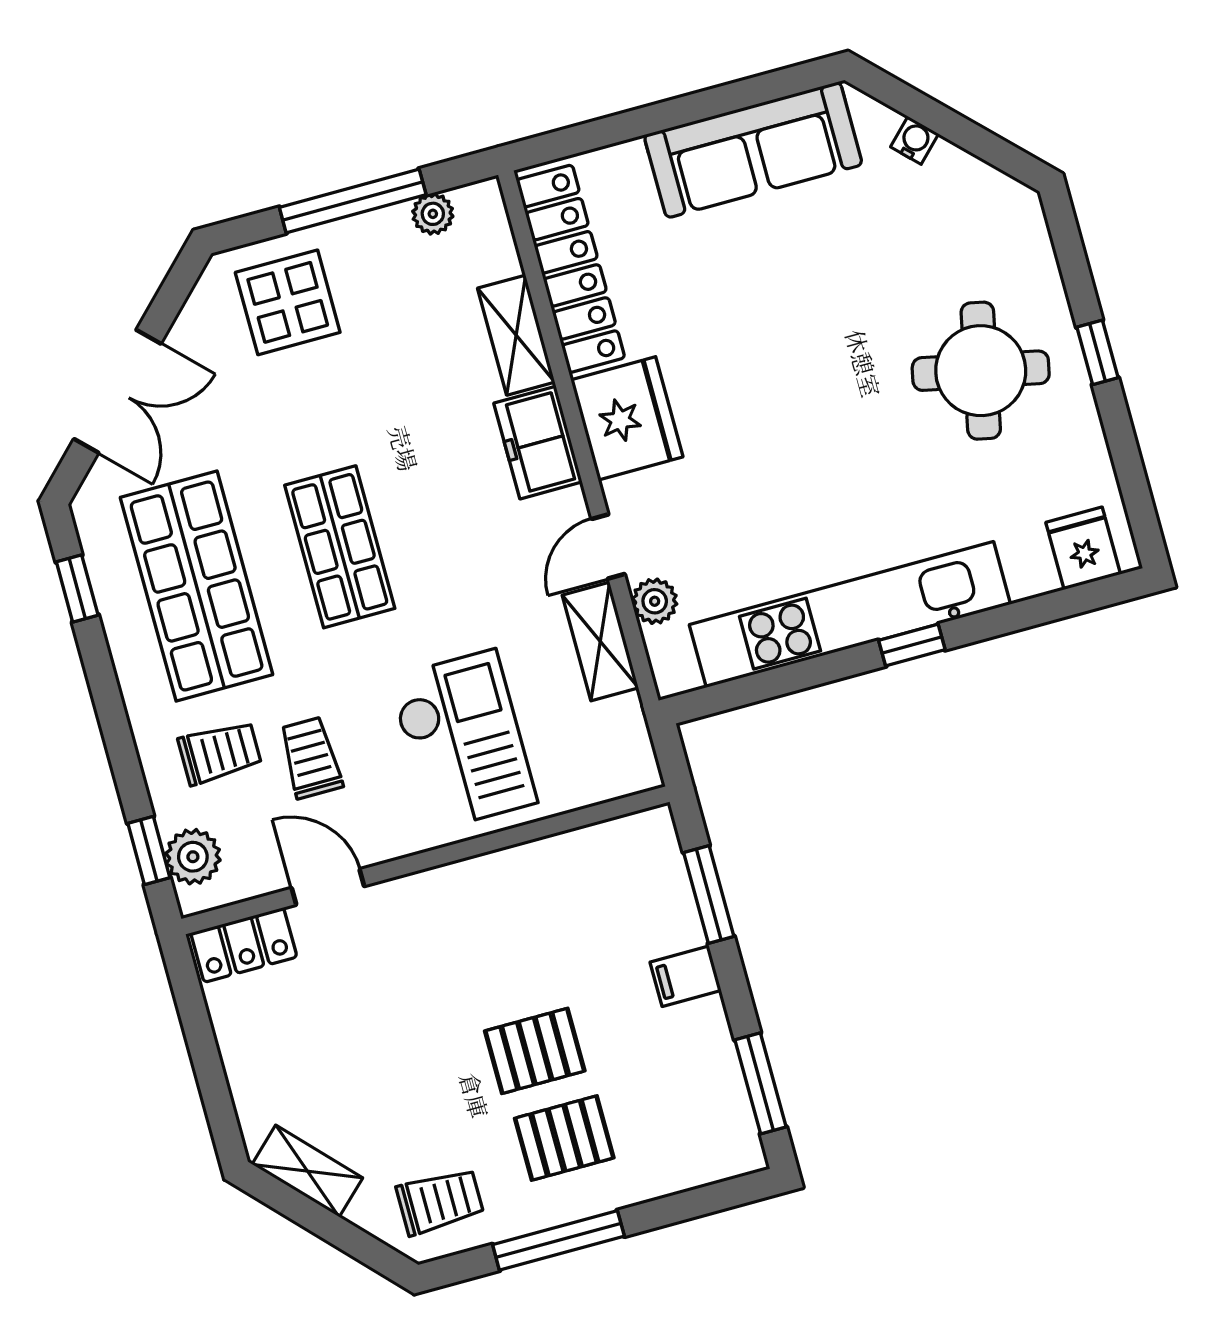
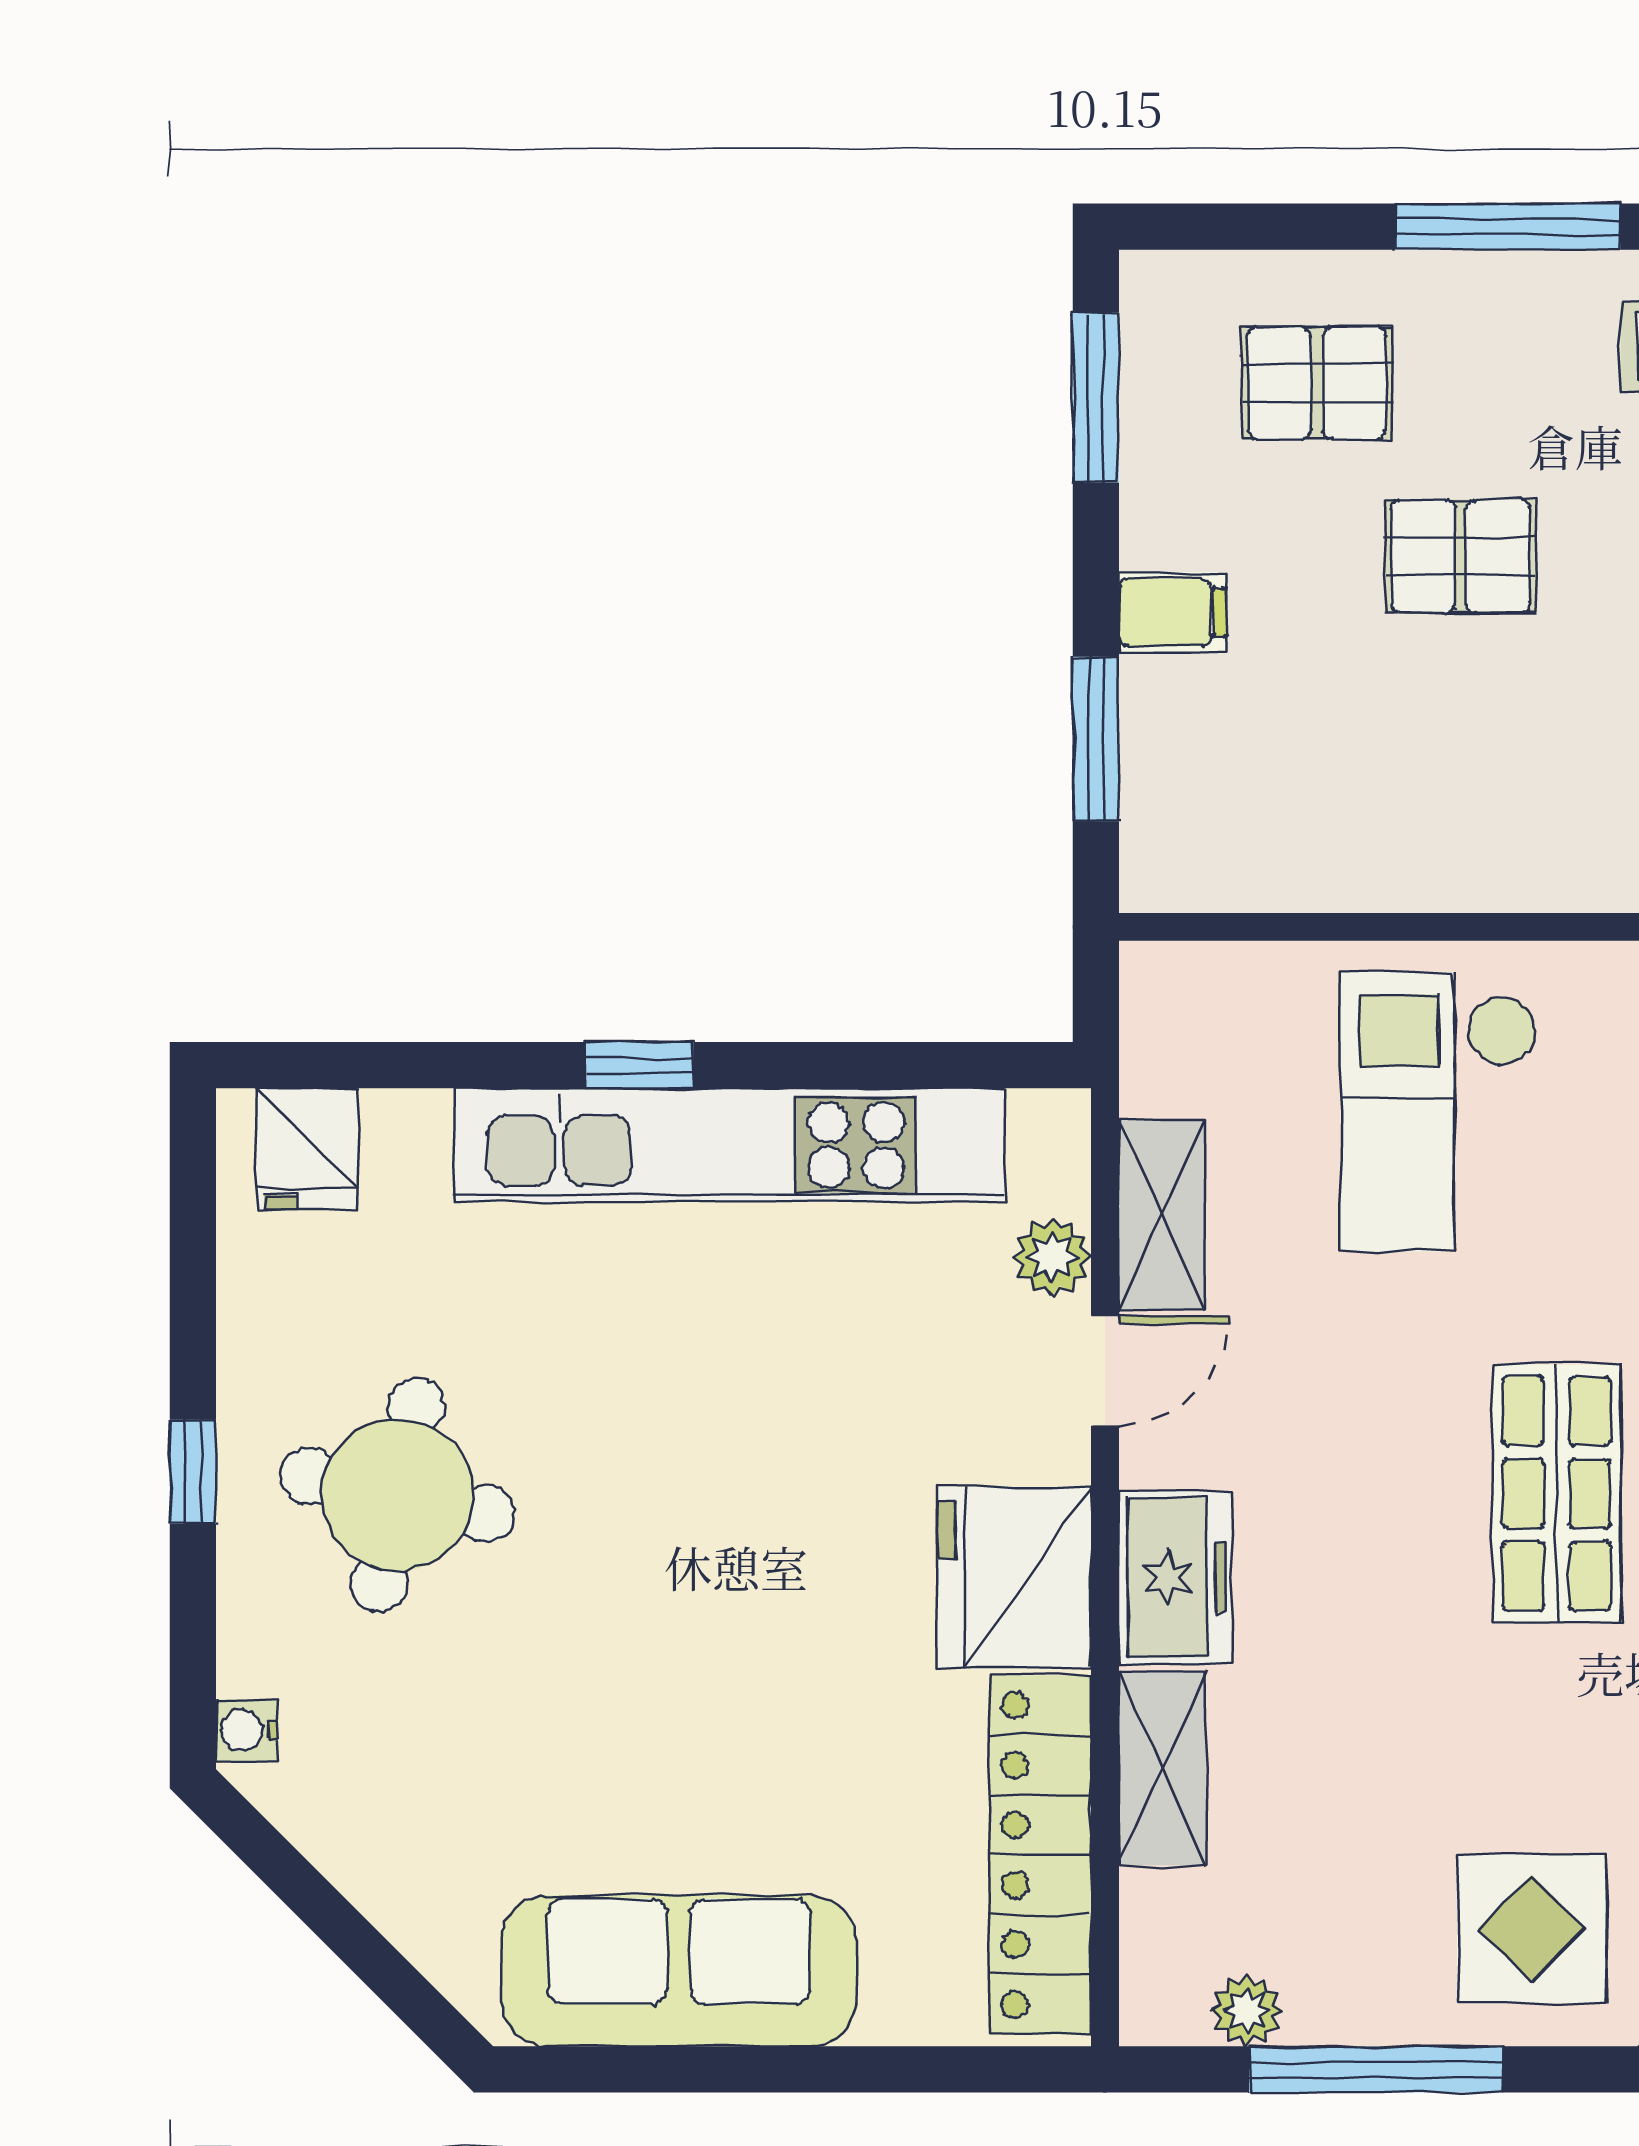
water cooler: (915, 140) -> (247, 1730), moved, turned 45
pallet: (564, 1138) -> (1317, 383), moved

